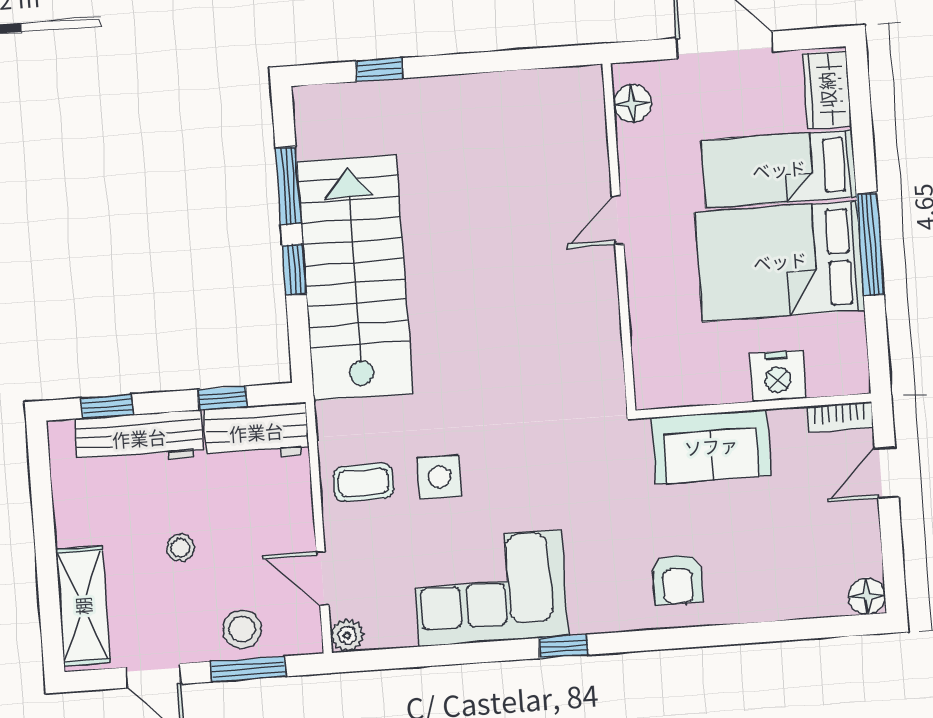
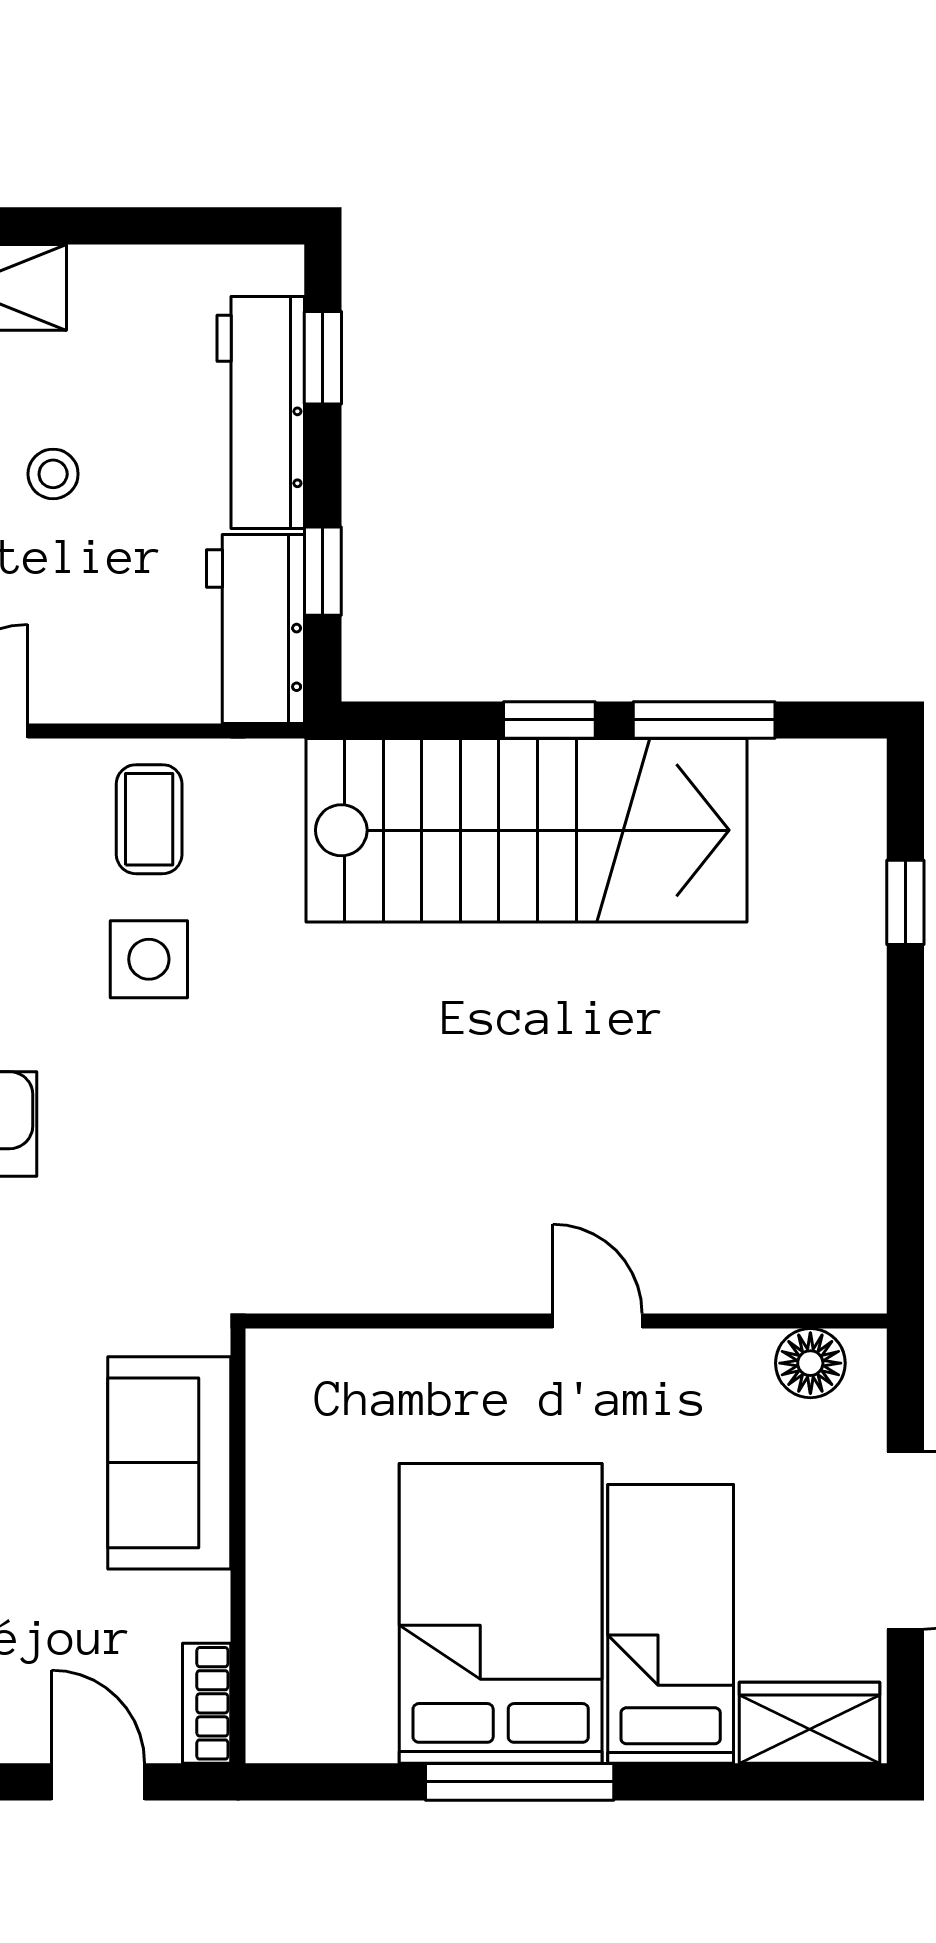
nightstand: (778, 376) -> (290, 1594), removed

